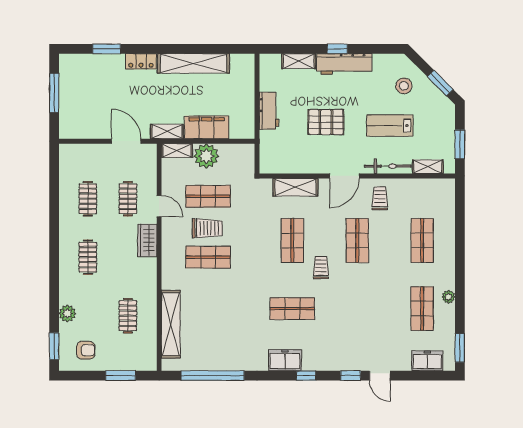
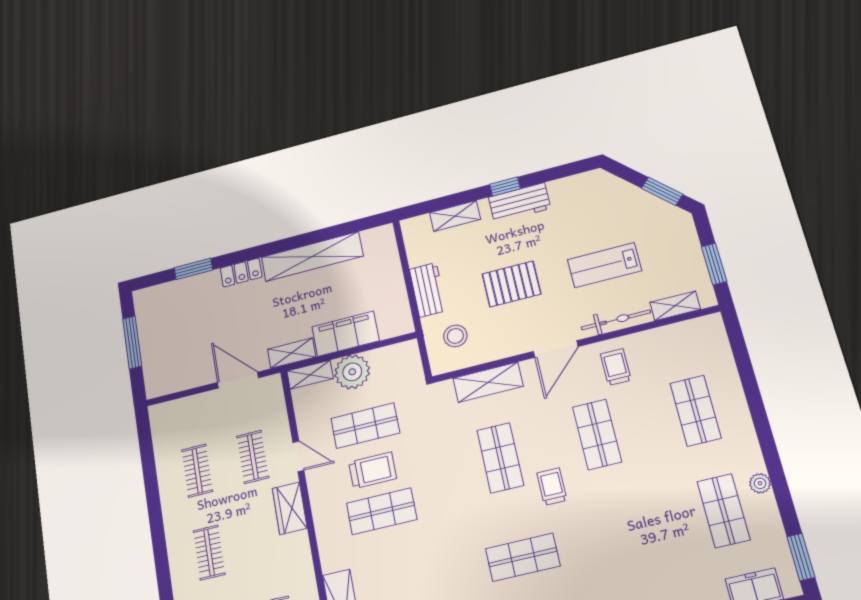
workbench: (344, 64) -> (519, 203), width x0.73
stool: (404, 86) -> (455, 336), moved

